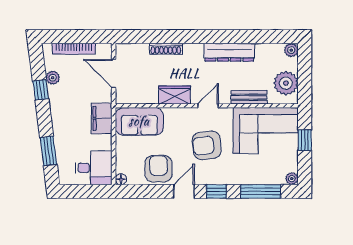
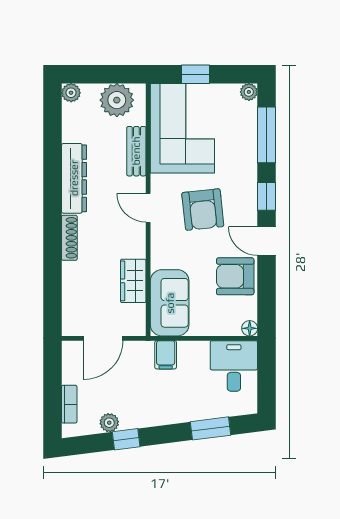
bookcase: (74, 49) -> (69, 404), width x0.64
shoe rack: (166, 49) -> (69, 238), moved
wardrobe: (175, 95) -> (133, 281), moved
filing cabinet: (102, 118) -> (166, 355), width x0.50

